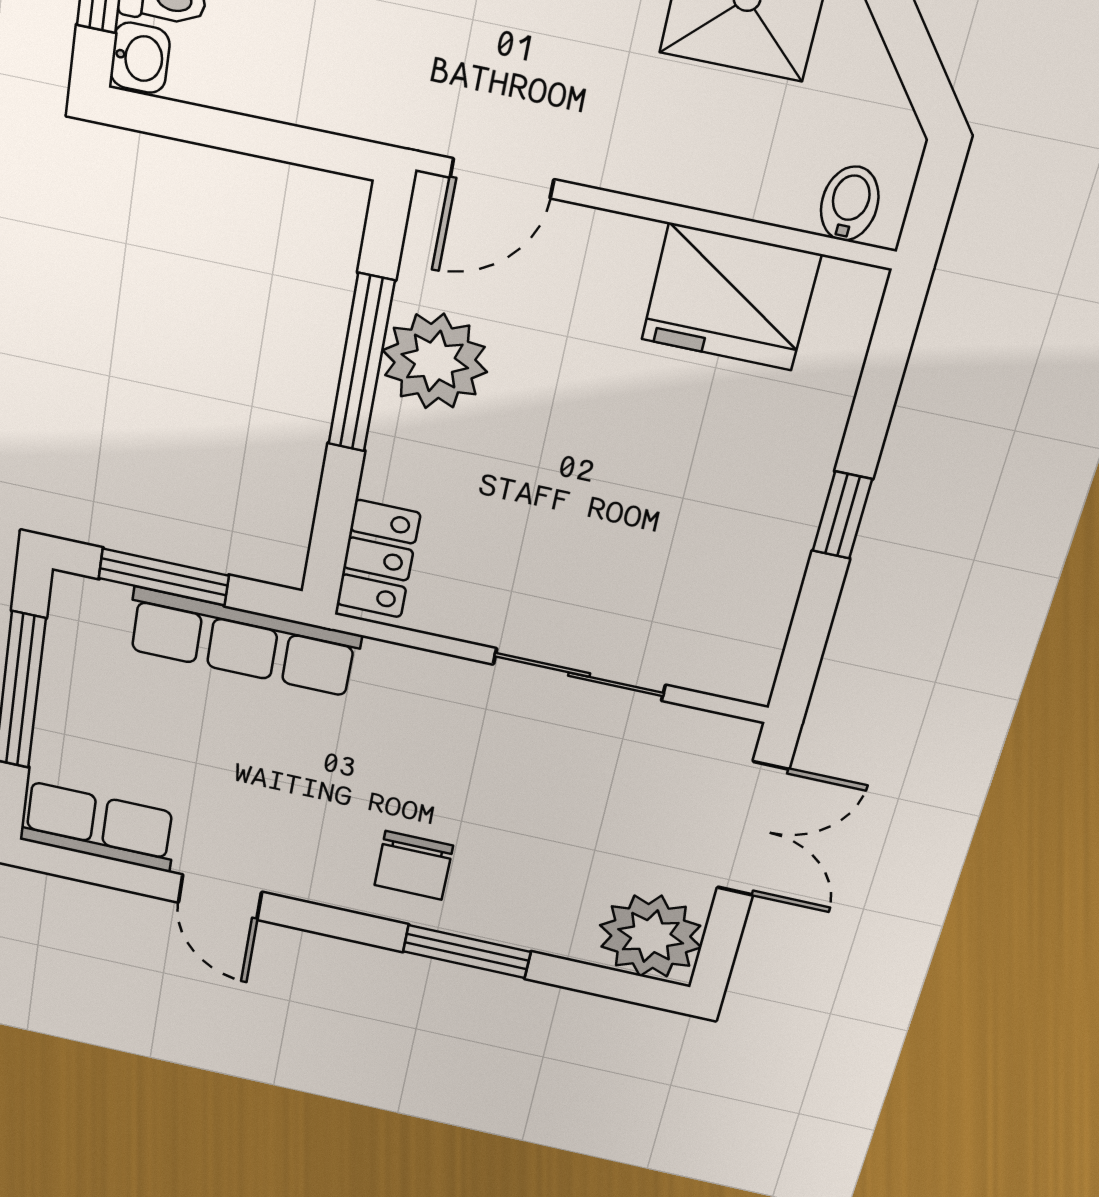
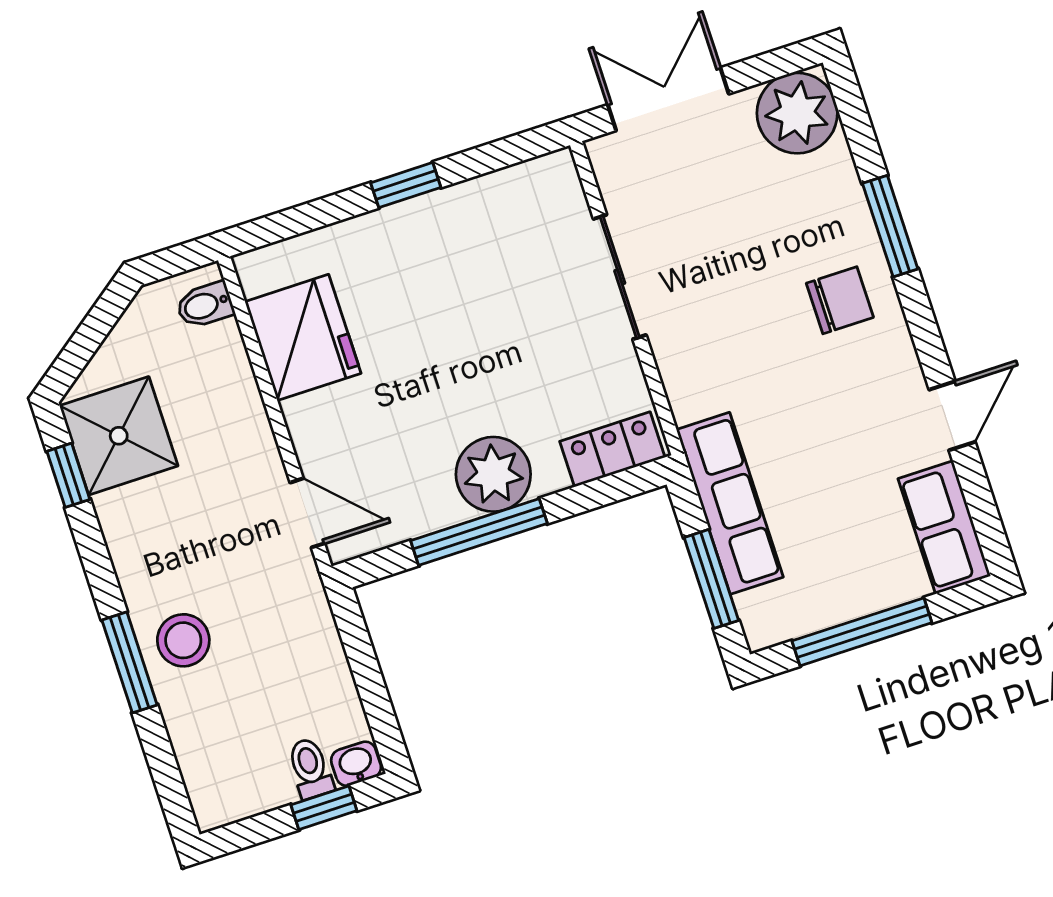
plant: (435, 361) -> (493, 474), moved

